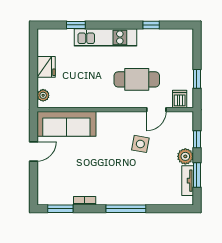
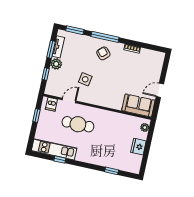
kitchen unit: (106, 37) -> (54, 149), moved
sofa: (66, 124) -> (138, 105), width x0.73
armchair: (123, 185) -> (103, 53), added
window: (60, 209) -> (75, 30), moved

